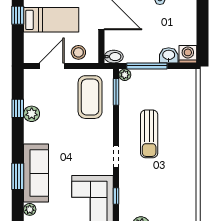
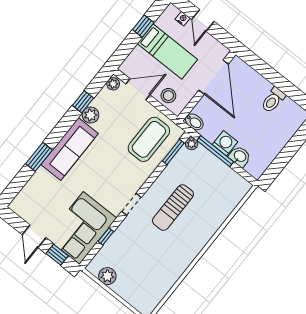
washing machine: (188, 54) -> (225, 143), moved
sofa: (36, 173) -> (69, 149), moved
plant: (30, 209) -> (113, 84), moved

